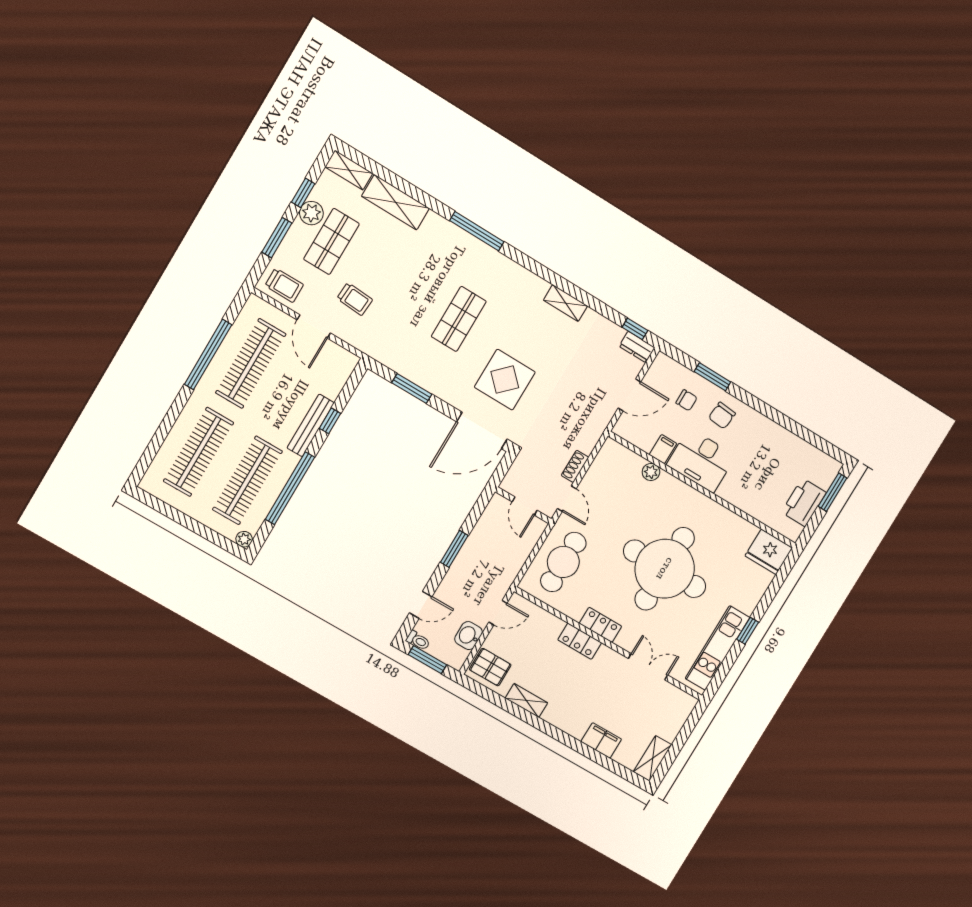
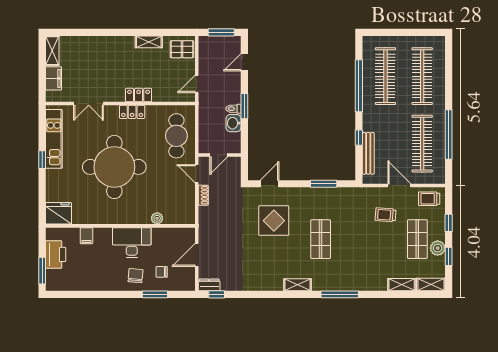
shelving: (395, 202) -> (402, 285), width x0.67, depth x0.75
window: (277, 238) -> (449, 223), width x0.67
shelving: (565, 303) -> (298, 285), moved
bench: (311, 425) -> (368, 153), moved
door: (482, 430) -> (269, 184), width x0.53
filing cabinet: (663, 449) -> (86, 236), moved
door: (525, 506) -> (219, 155), swing flipped
plant: (244, 539) -> (368, 41), removed
washbasin: (469, 636) -> (234, 123), moved, turned 180
toilet: (418, 641) -> (233, 109), moved
filing cabinet: (601, 740) -> (53, 78), moved, turned -90

